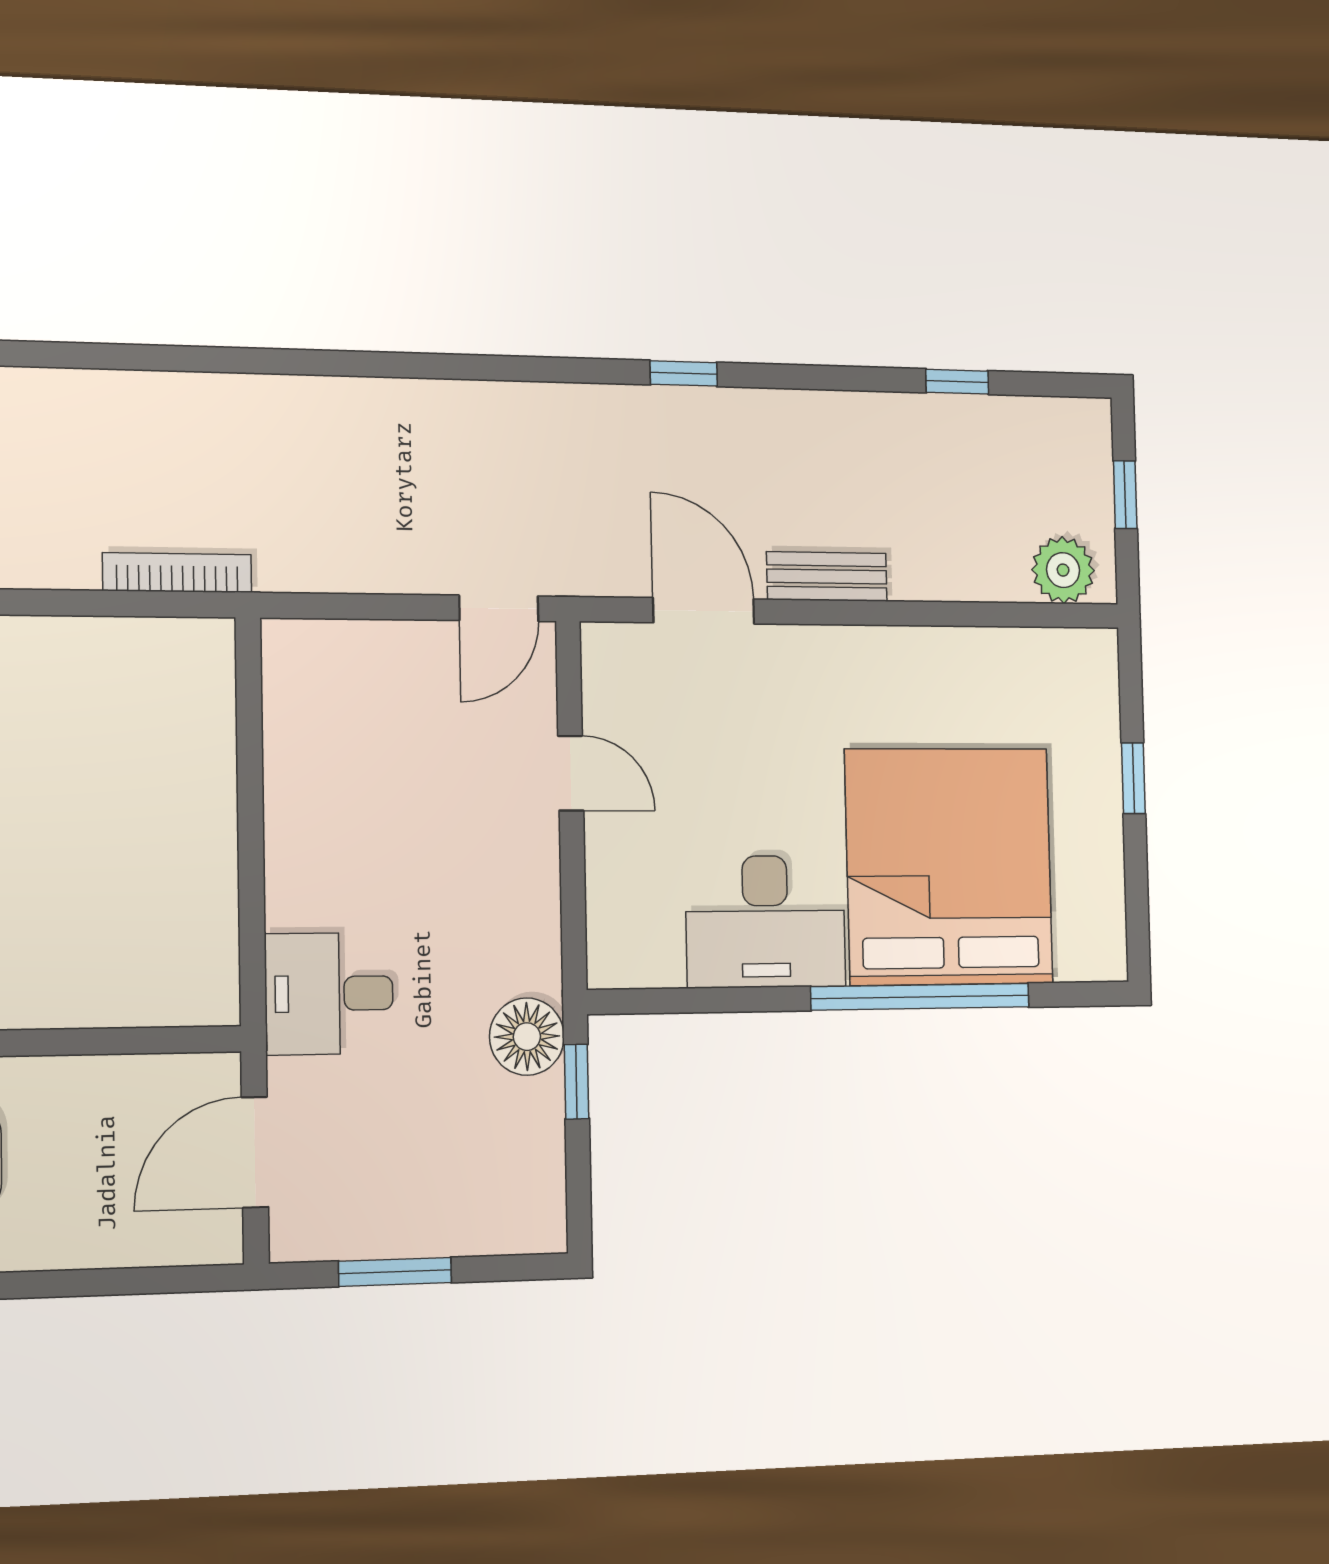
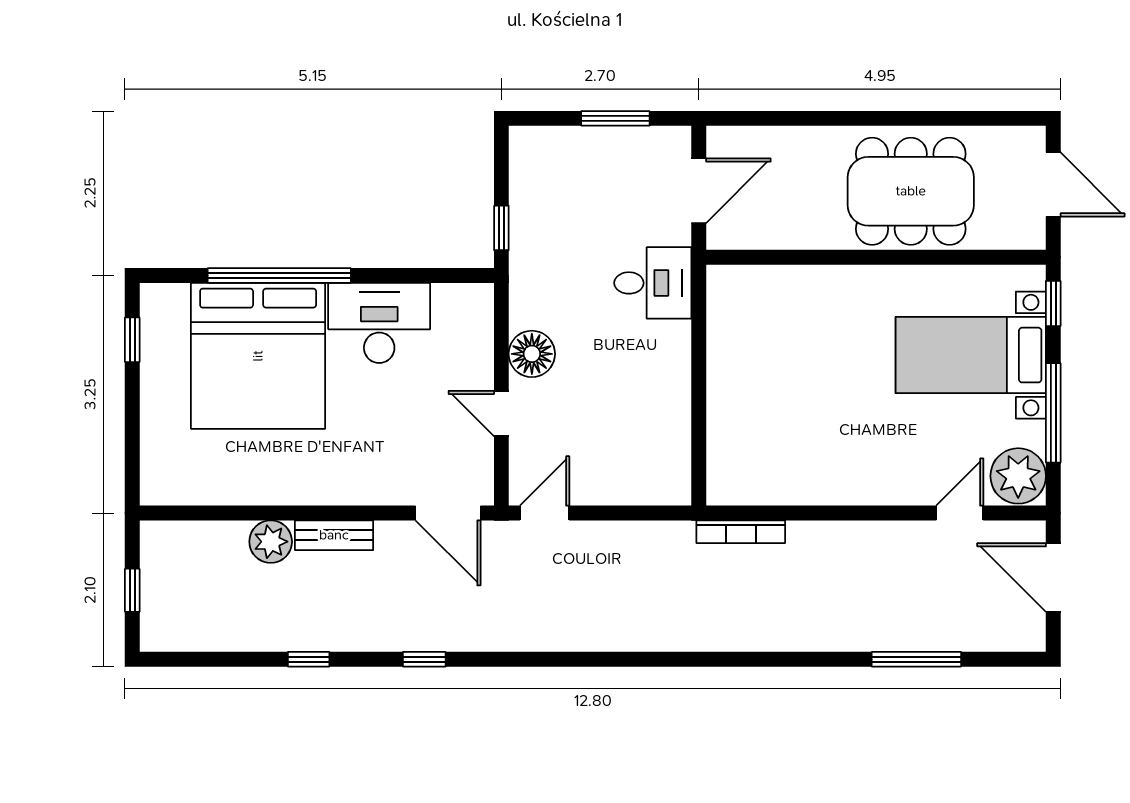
window: (957, 382) -> (309, 659), moved
plant: (1063, 570) -> (271, 542), moved
door: (704, 611) -> (448, 513), moved
window: (1133, 778) -> (132, 340), moved
floor lamp: (527, 1037) -> (532, 354), moved

